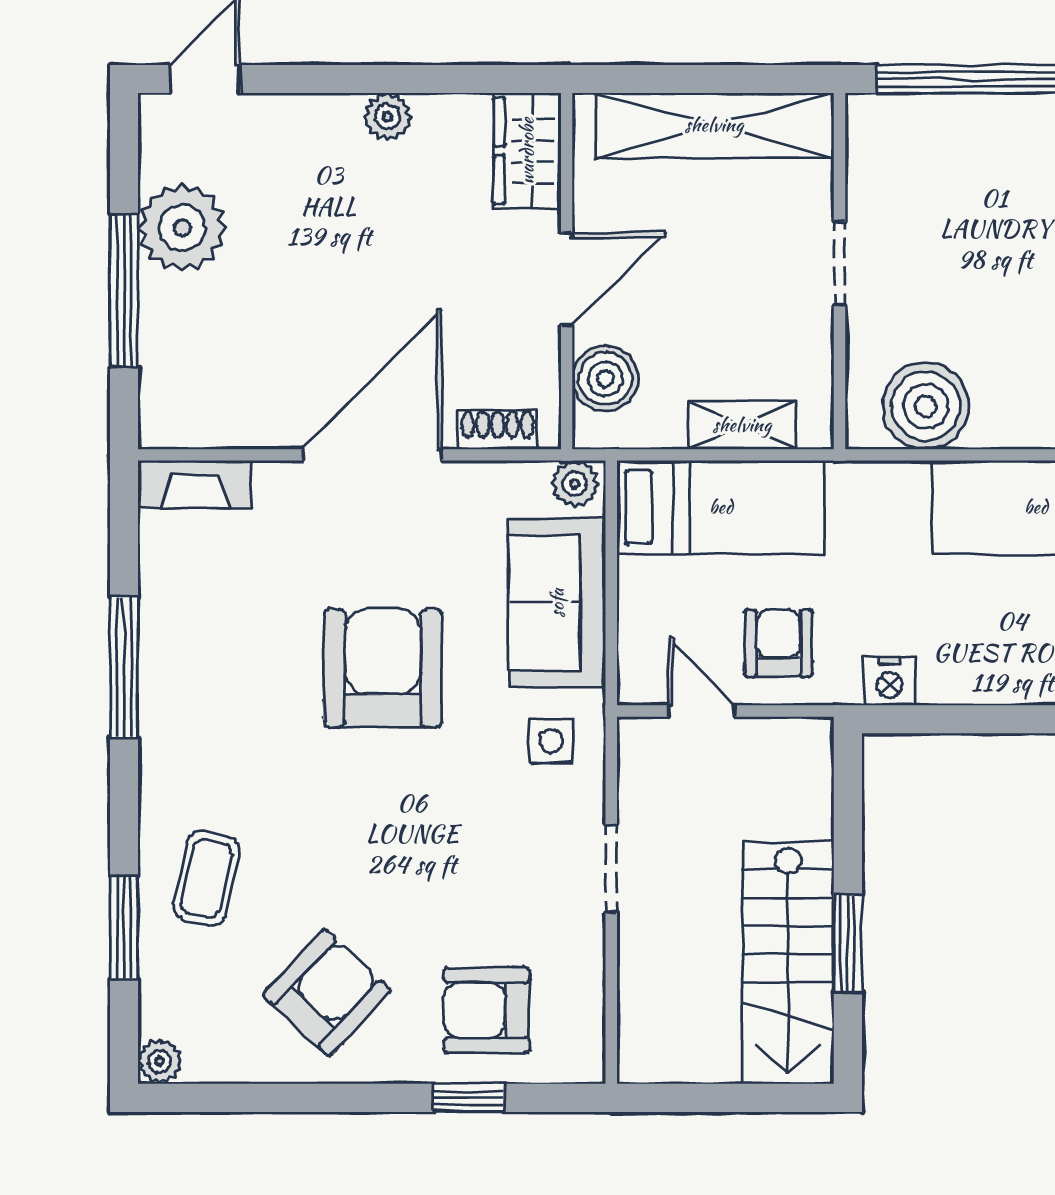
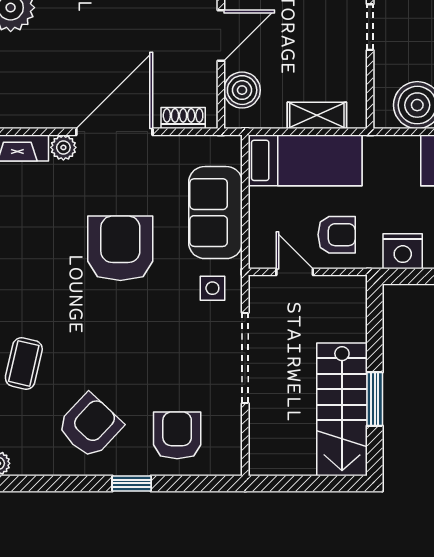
plant: (575, 484) -> (63, 147), moved
armchair: (778, 643) -> (337, 235), turned 90
nightstand: (890, 681) -> (403, 251), width x1.36, depth x1.33
doorway: (611, 869) -> (245, 358), width x1.87
armchair: (487, 1010) -> (177, 435), turned 90
window: (469, 1098) -> (132, 483), moved

